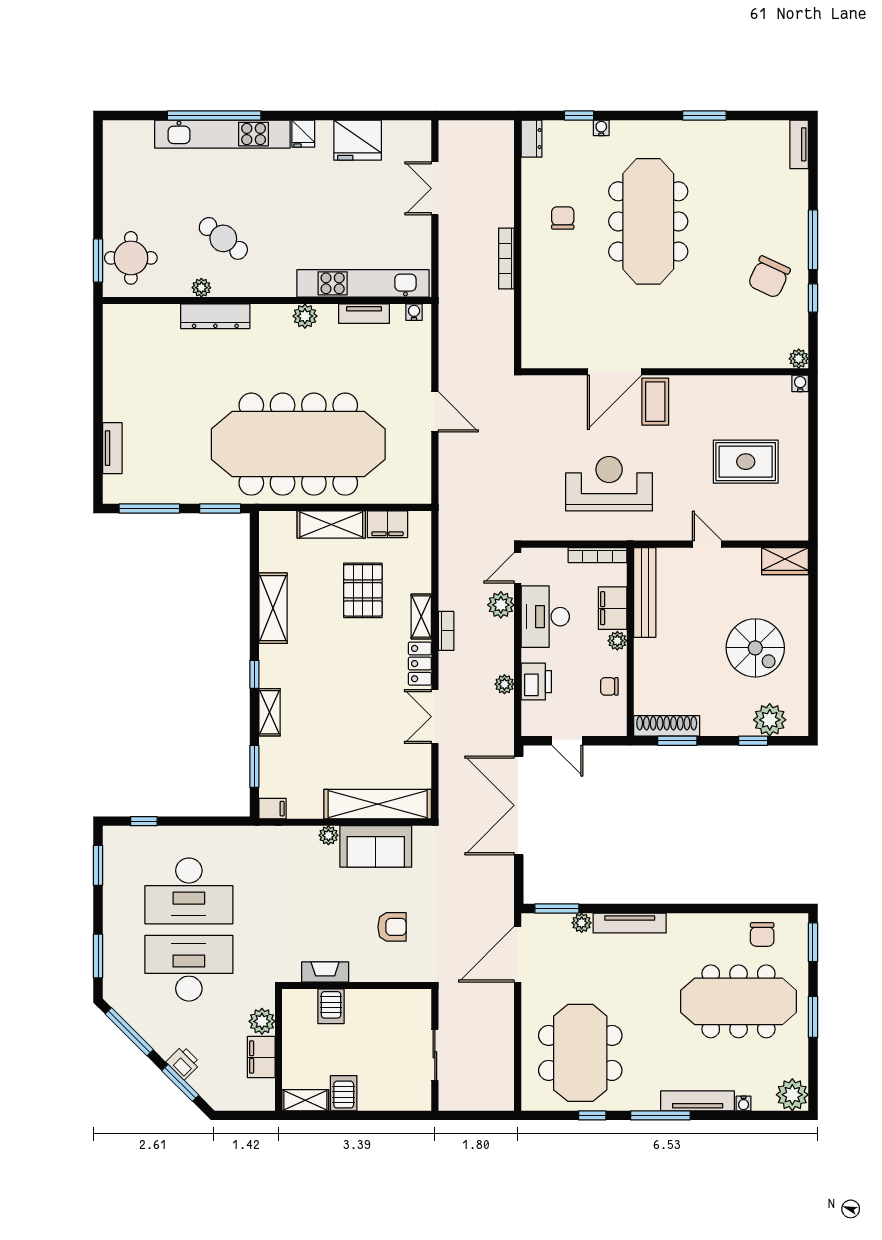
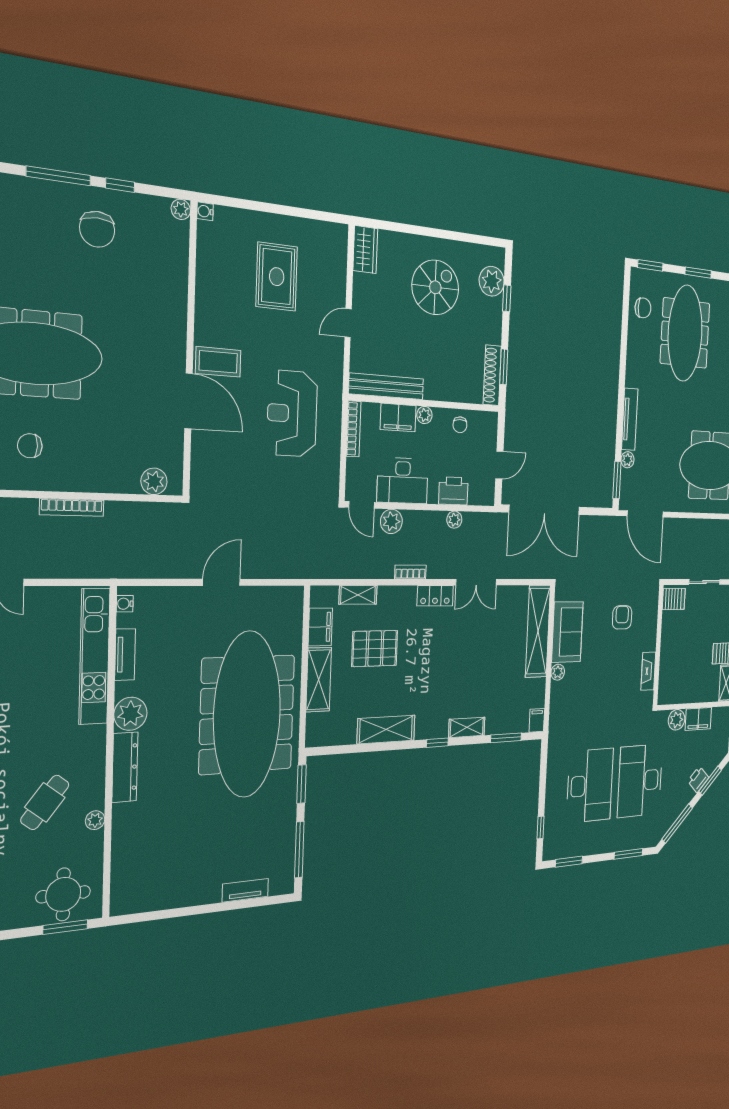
chair: (769, 277) -> (97, 229), turned 65
dresser: (215, 316) -> (125, 767), moved
plant: (305, 316) -> (130, 714), width x1.36, depth x1.36
plant: (534, 339) -> (154, 481), added
shelving: (421, 617) -> (358, 595), moved
server rack: (331, 1006) -> (674, 599), moved

